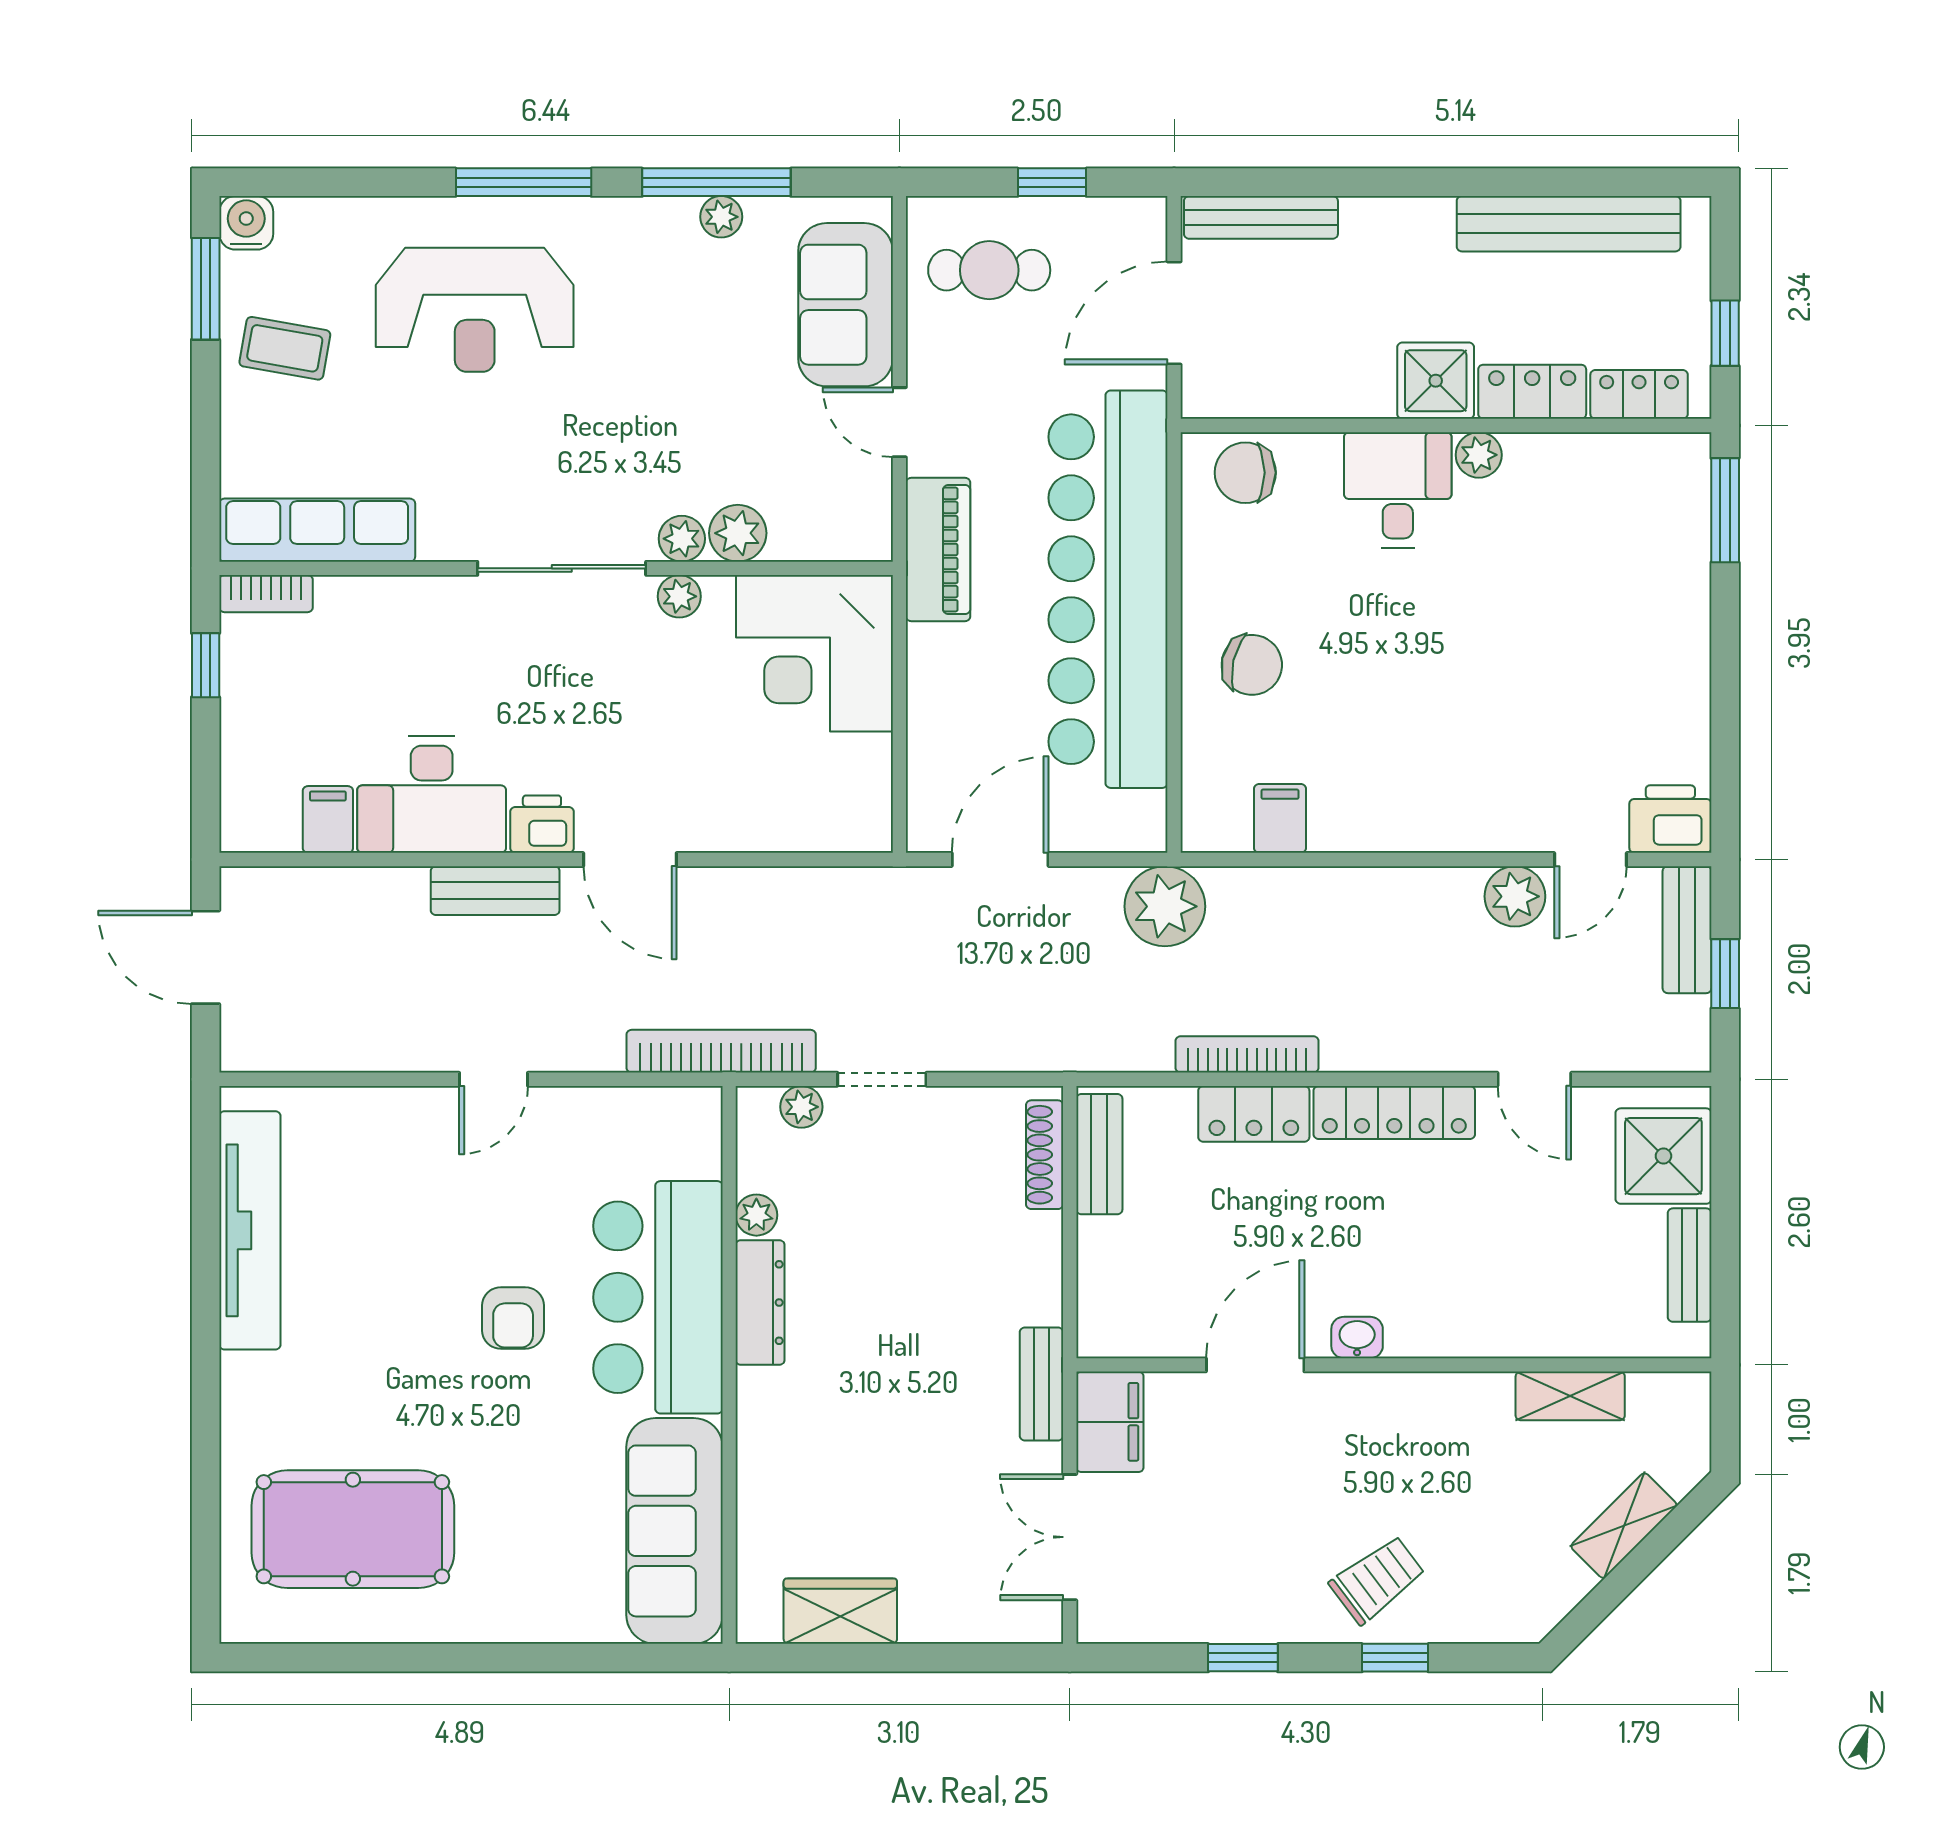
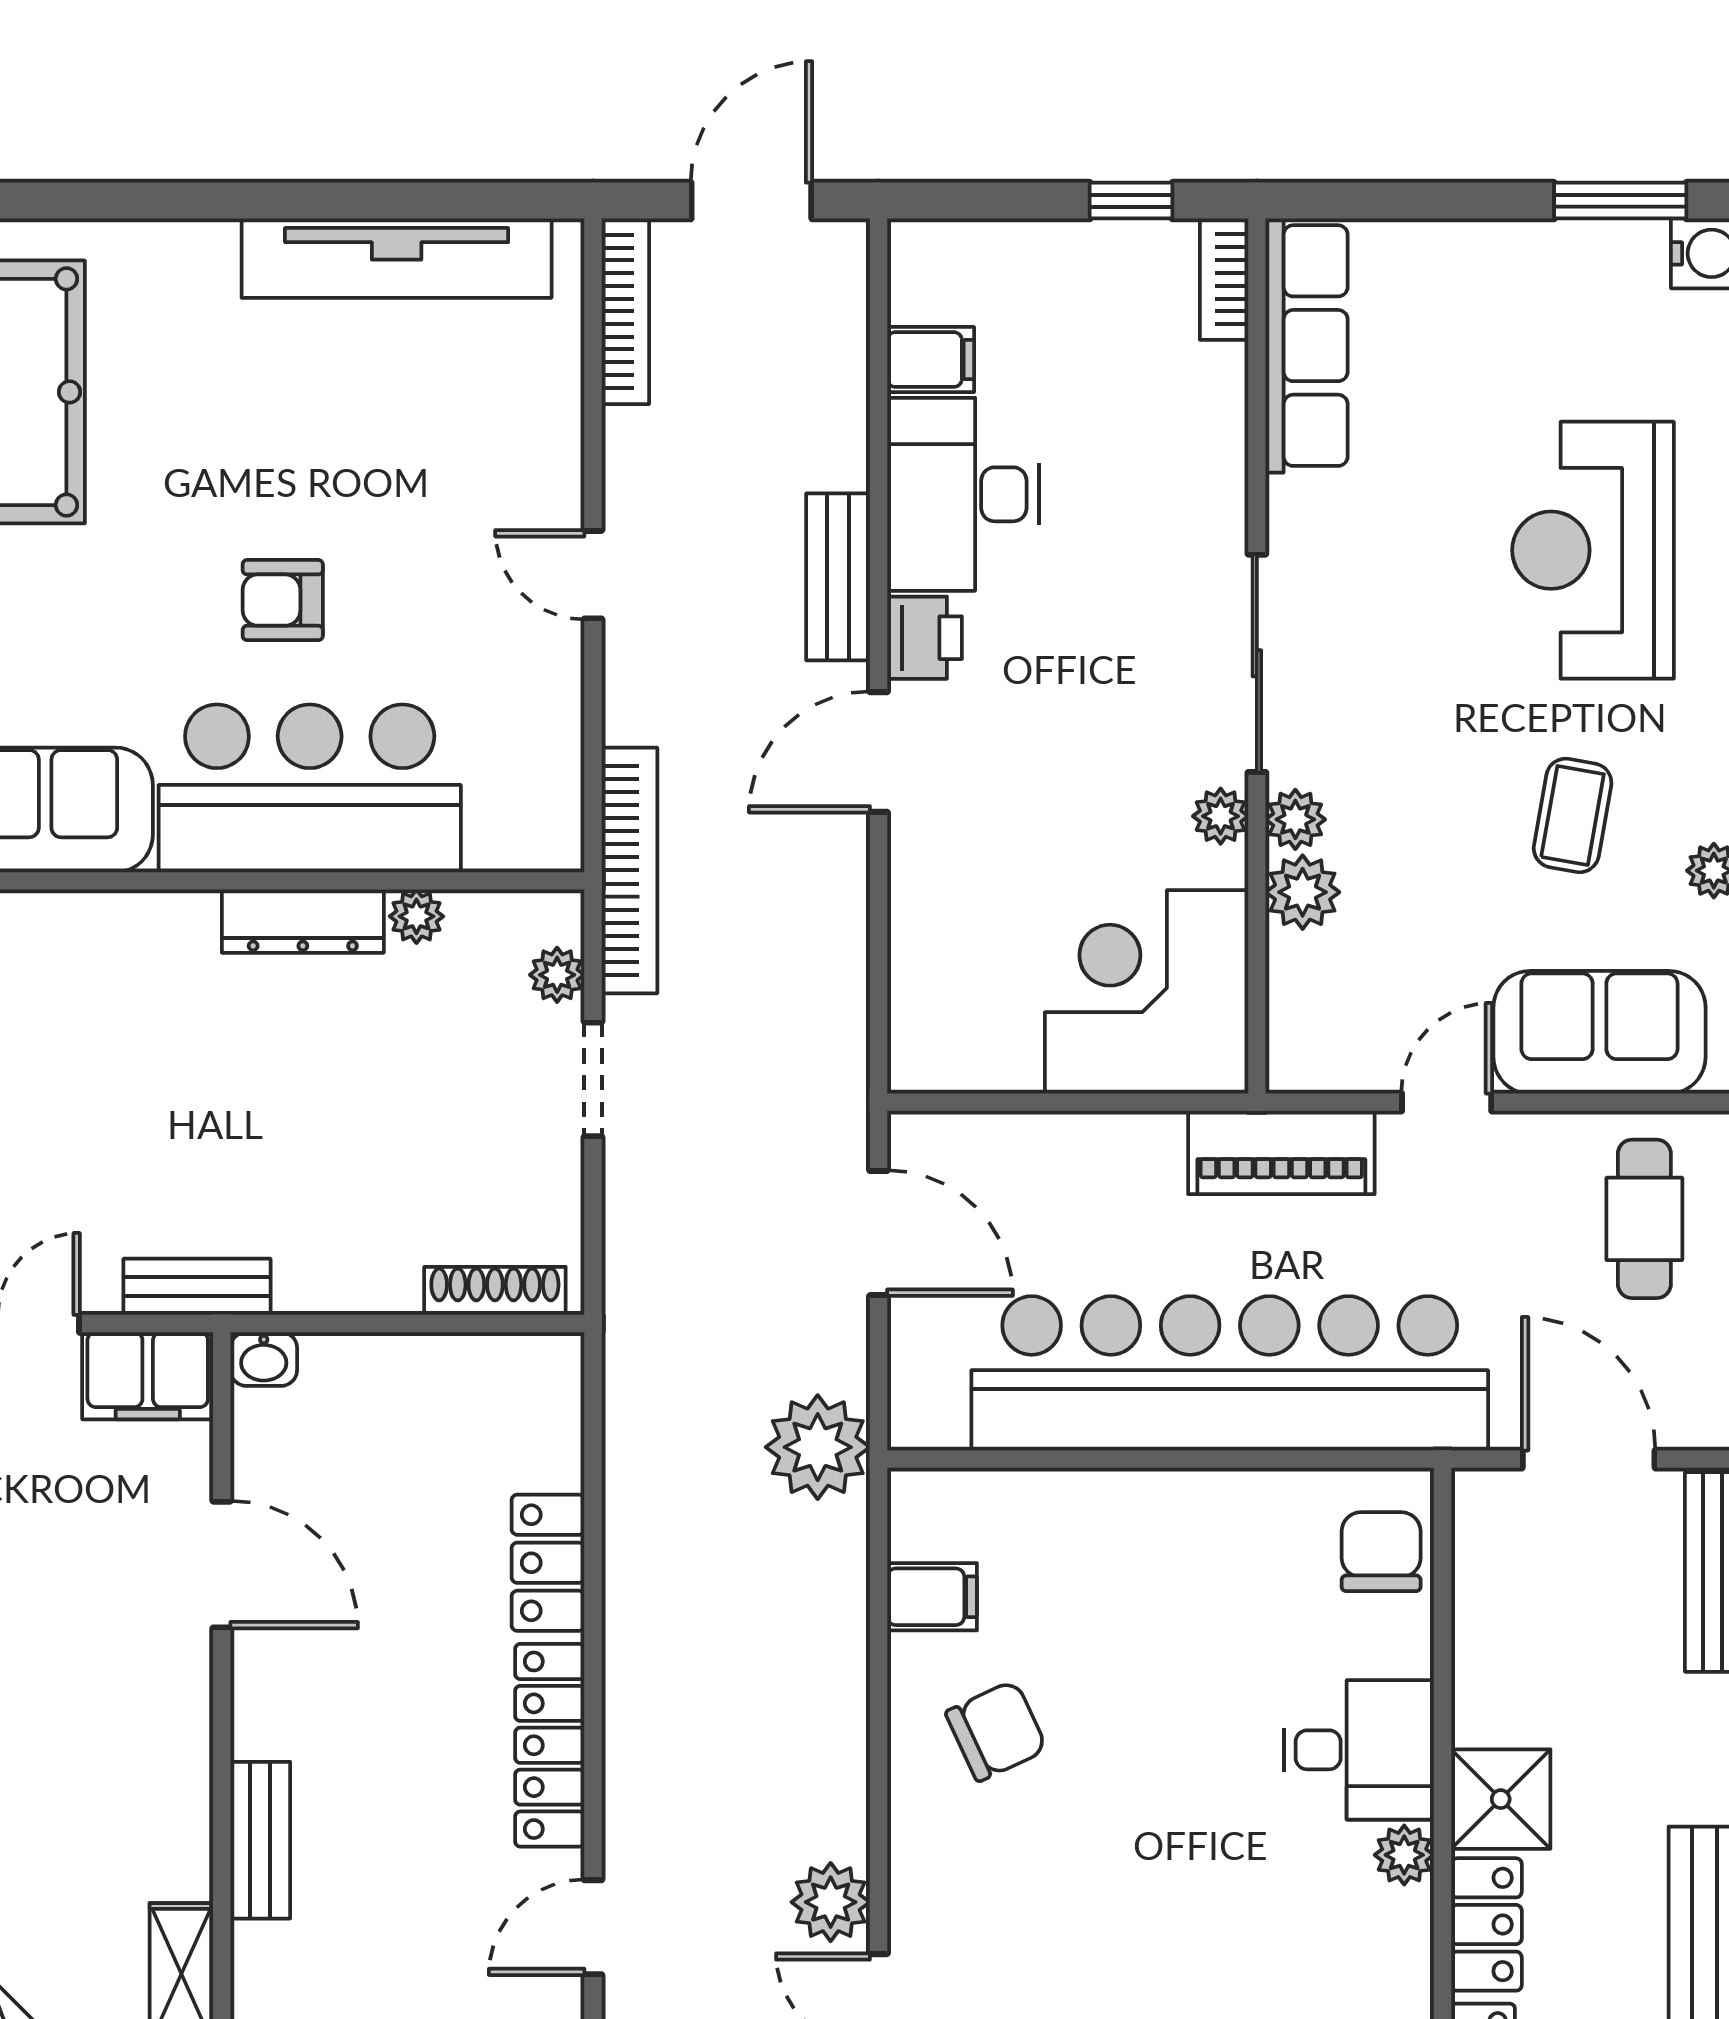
coffee table: (285, 348) -> (1573, 815), moved
chair: (1252, 665) -> (996, 1731), moved, turned -128
bookcase: (1247, 1054) -> (625, 311), moved
bench: (1099, 1154) -> (260, 1840), moved, turned 90
washbasin: (1357, 1338) -> (264, 1359), moved, turned 90

